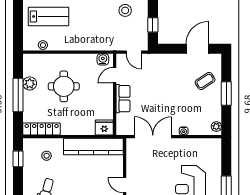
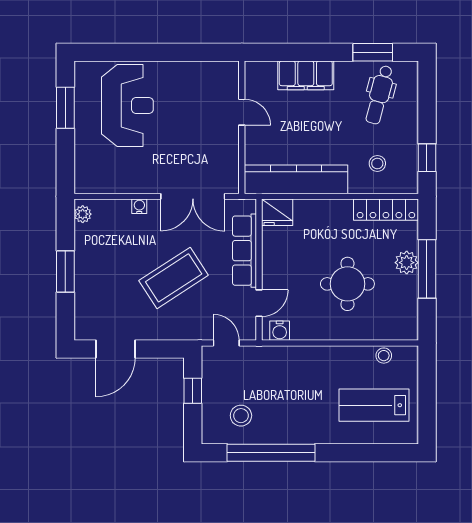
coffee table: (205, 81) -> (174, 278), moved, width x1.86, depth x1.72
plant: (30, 83) -> (407, 263), moved
row of seats: (123, 99) -> (245, 251), width x1.48

